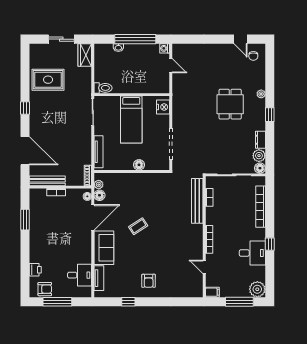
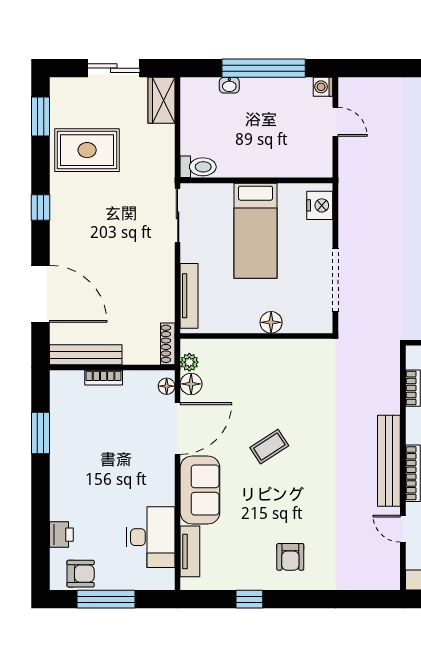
window: (25, 63) -> (41, 116), added
bench: (197, 201) -> (389, 461), moved
desk: (80, 275) -> (151, 537), width x1.37

